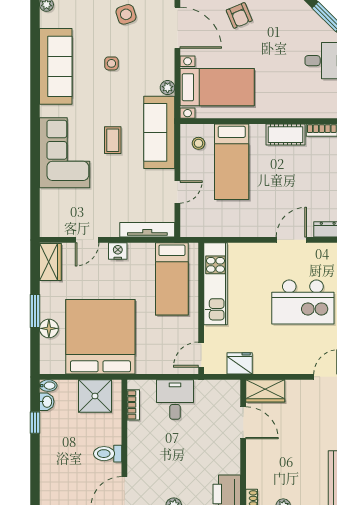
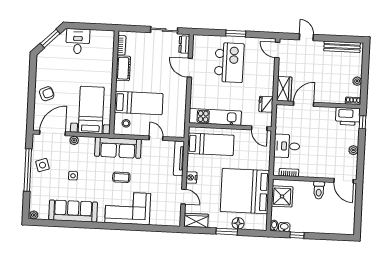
plant: (168, 88) -> (74, 140), moved

